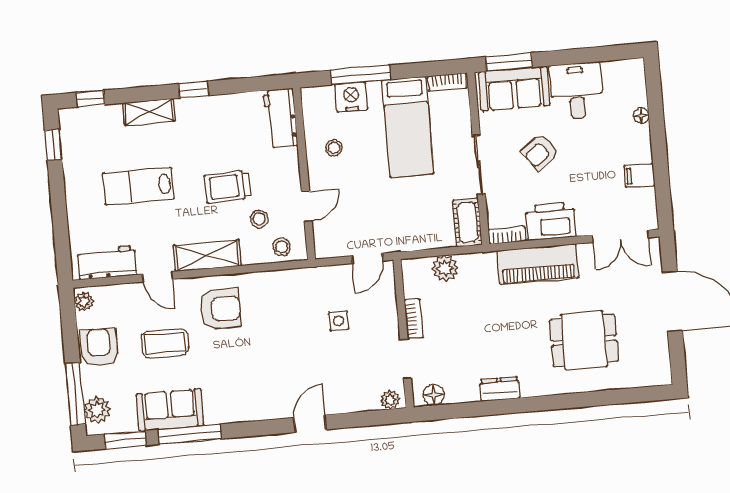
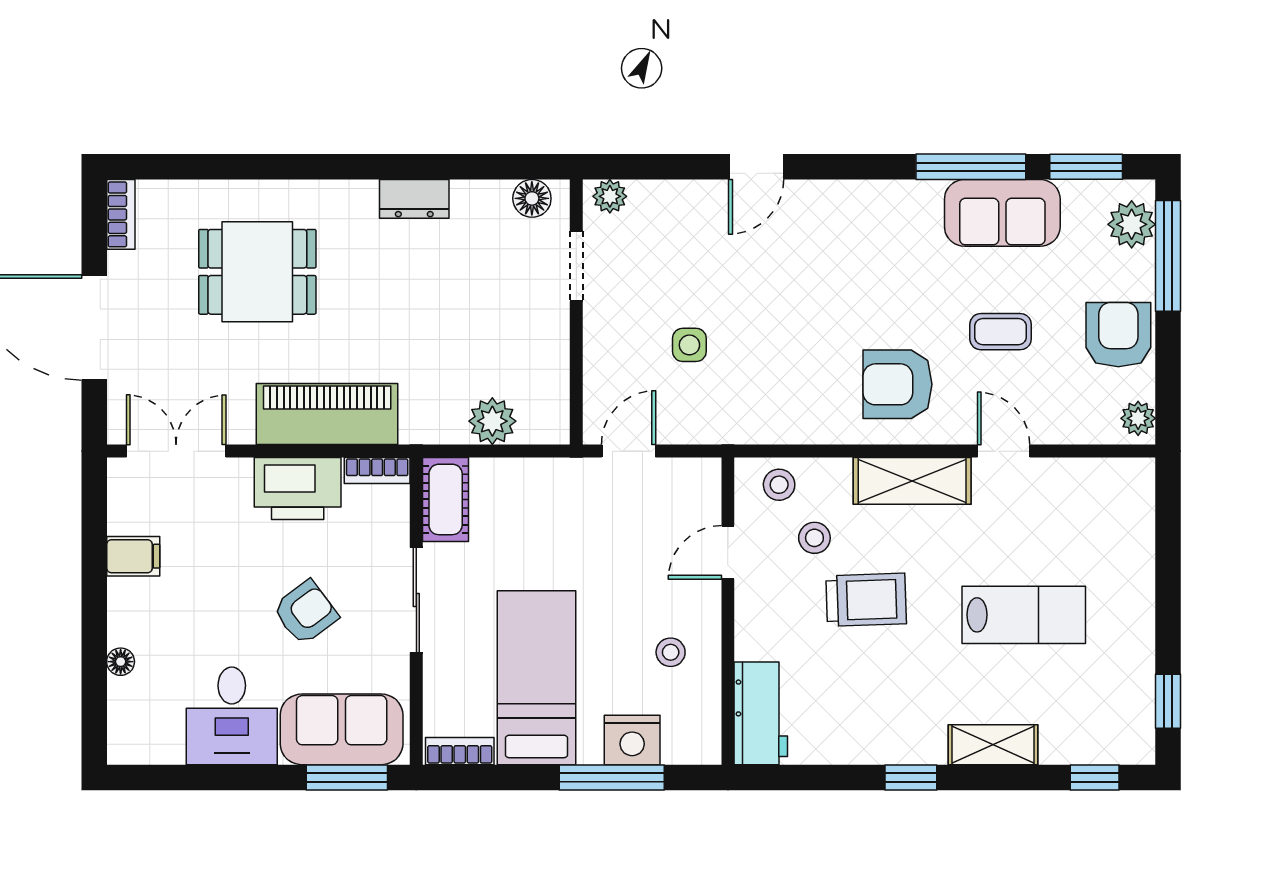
workbench: (107, 263) -> (1091, 484), removed
bookcase: (414, 319) -> (121, 214), moved, turned 180
coffee table: (165, 343) -> (1001, 332), width x0.73, depth x0.77
armchair: (99, 347) -> (1118, 335), turned 180

